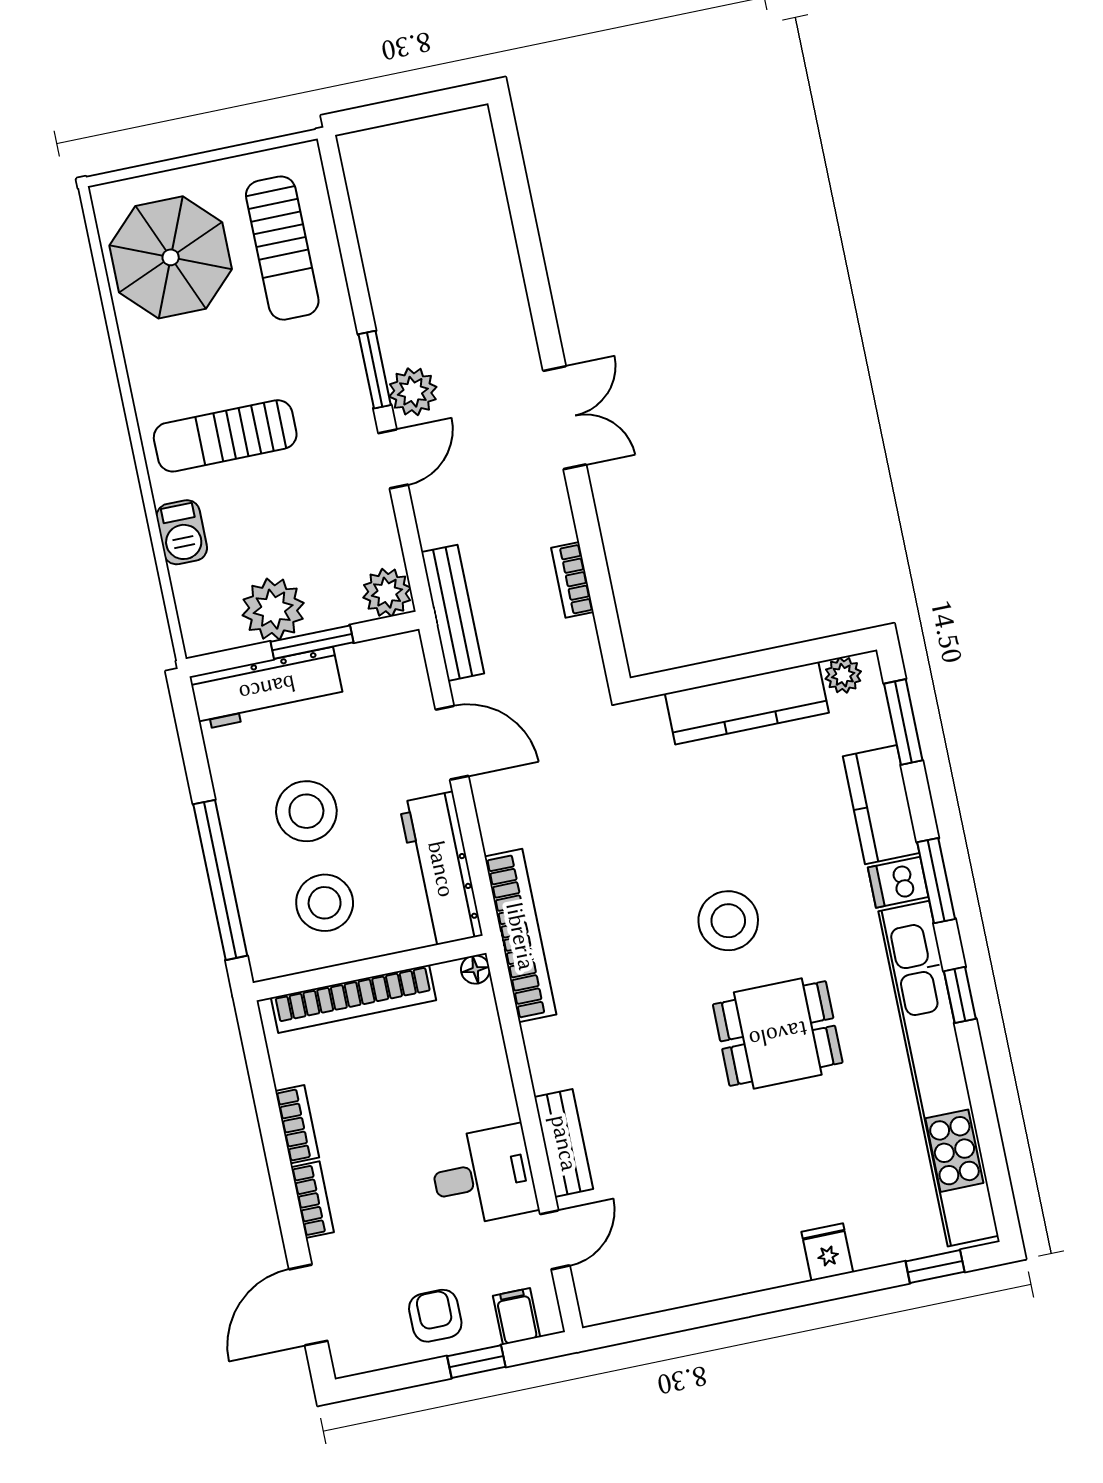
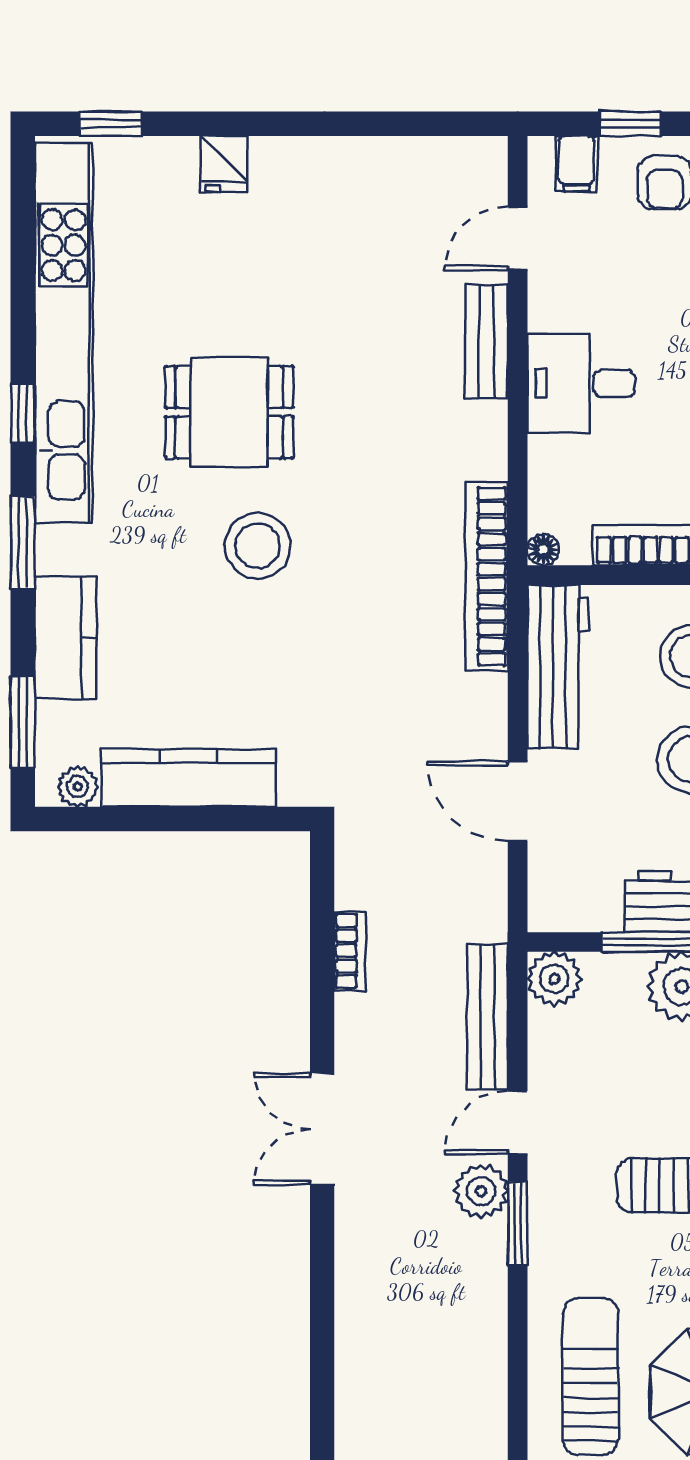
bench: (453, 613) -> (487, 1017), moved
dishwasher: (898, 882) -> (64, 549), removed
desk: (483, 1176) -> (581, 383), moved

